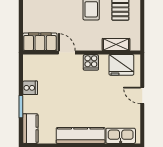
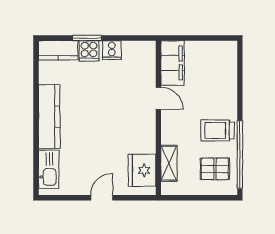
door: (67, 53) -> (158, 98), hinge flipped
cooker: (91, 62) -> (89, 51), moved, turned -90

